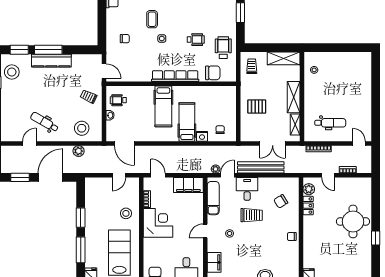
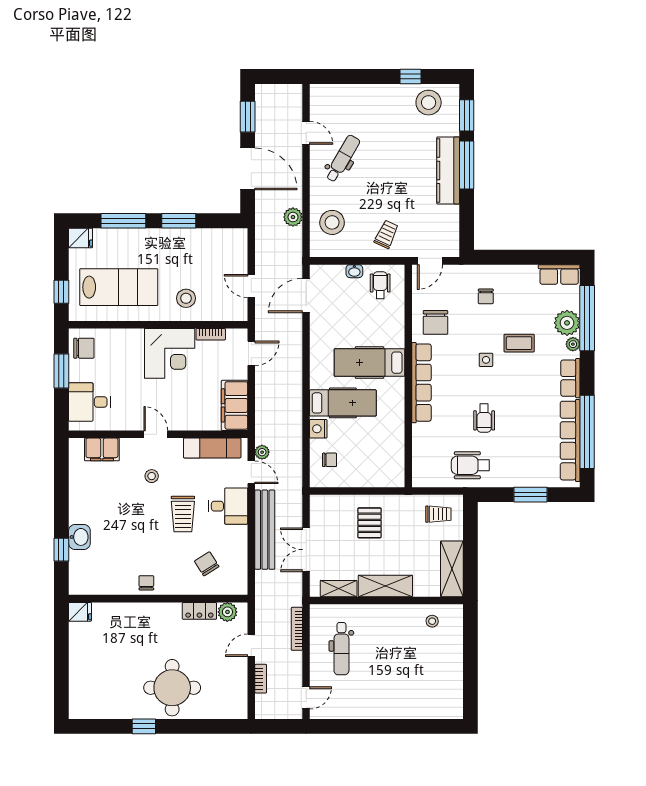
wheelchair: (223, 48) -> (470, 465), turned 180
chair: (213, 73) -> (435, 322), moved

